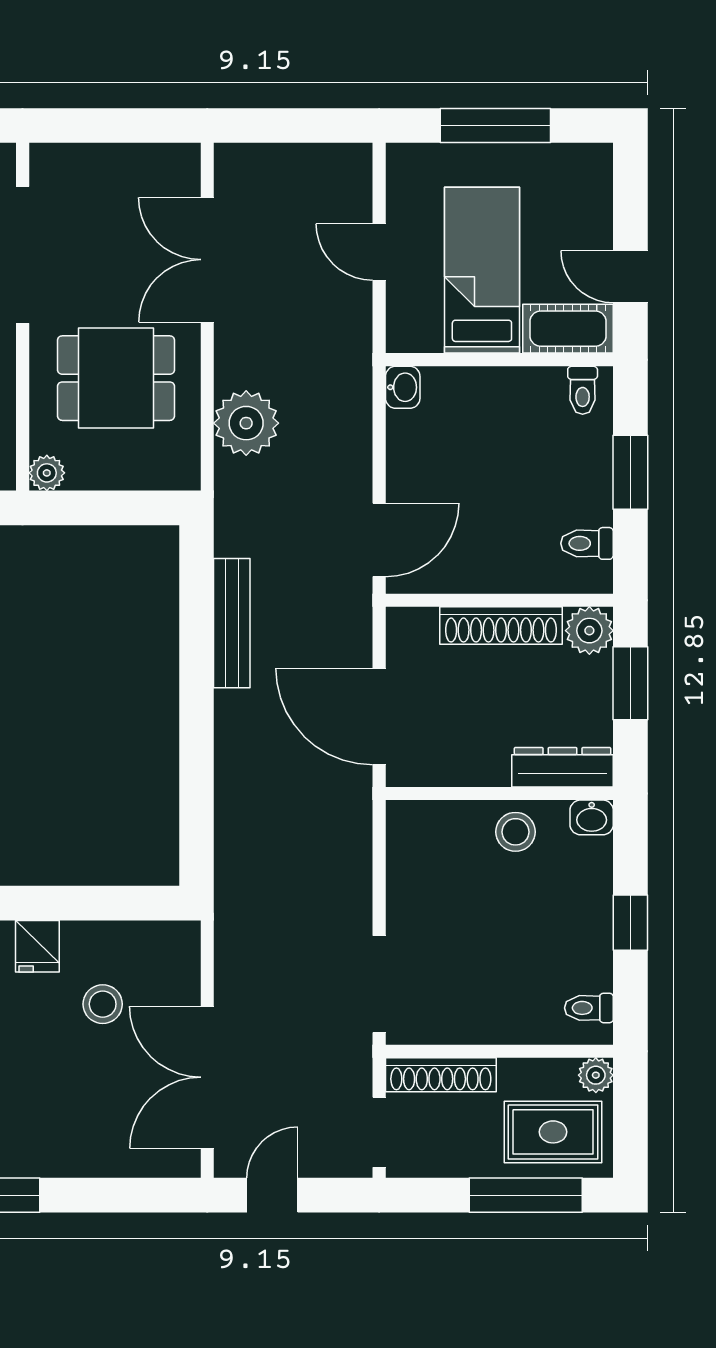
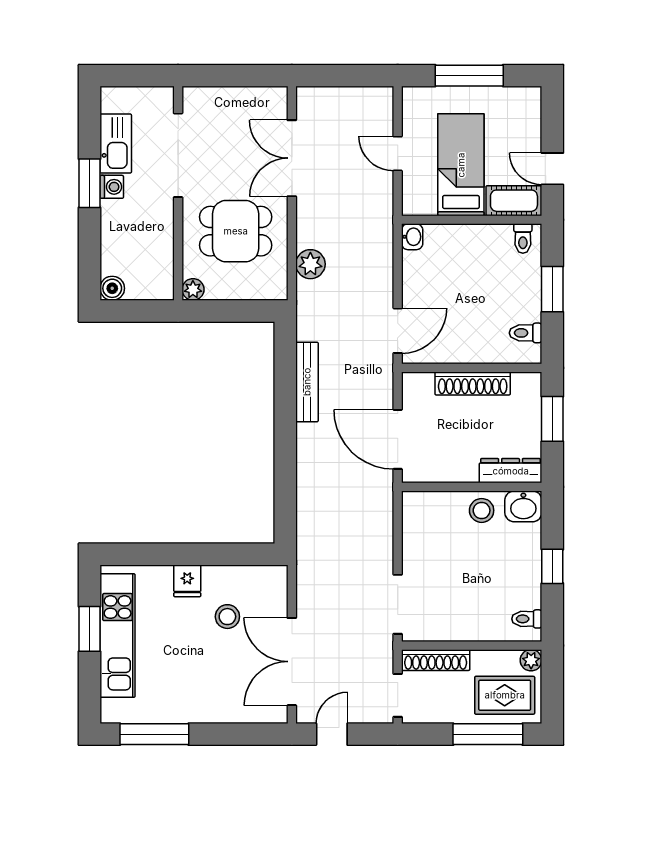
plant: (246, 423) -> (310, 264), width x0.73, depth x0.73
plant: (589, 631) -> (527, 387), removed
washbasin: (592, 817) -> (523, 506), width x1.38, depth x1.45

